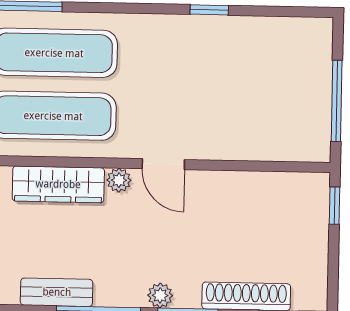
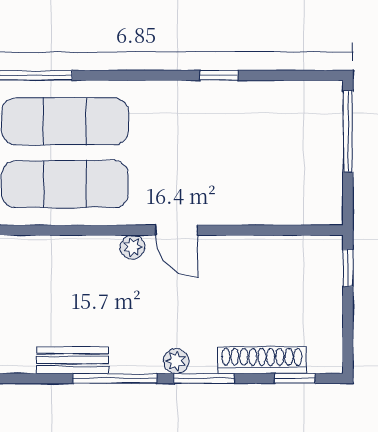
window: (337, 101) -> (348, 132), moved
wardrobe: (58, 184) -> (72, 252), removed

